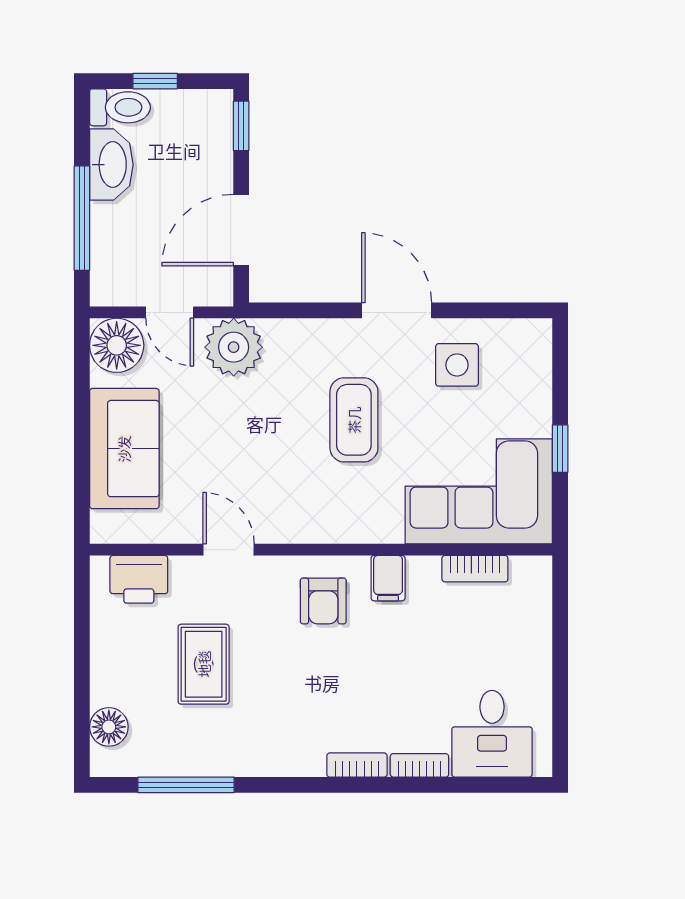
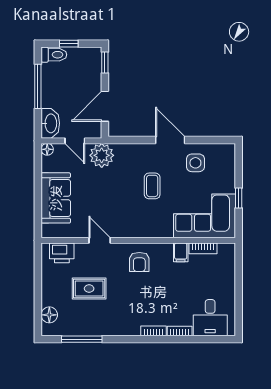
washbasin: (111, 165) -> (50, 123), moved
window: (82, 218) -> (38, 86), moved
floor lamp: (117, 345) -> (47, 149), width x0.53, depth x0.53
coffee table: (354, 420) -> (152, 186), width x0.73, depth x0.77
filing cabinet: (388, 578) -> (181, 252), moved
rug: (204, 664) -> (89, 289), turned 90

